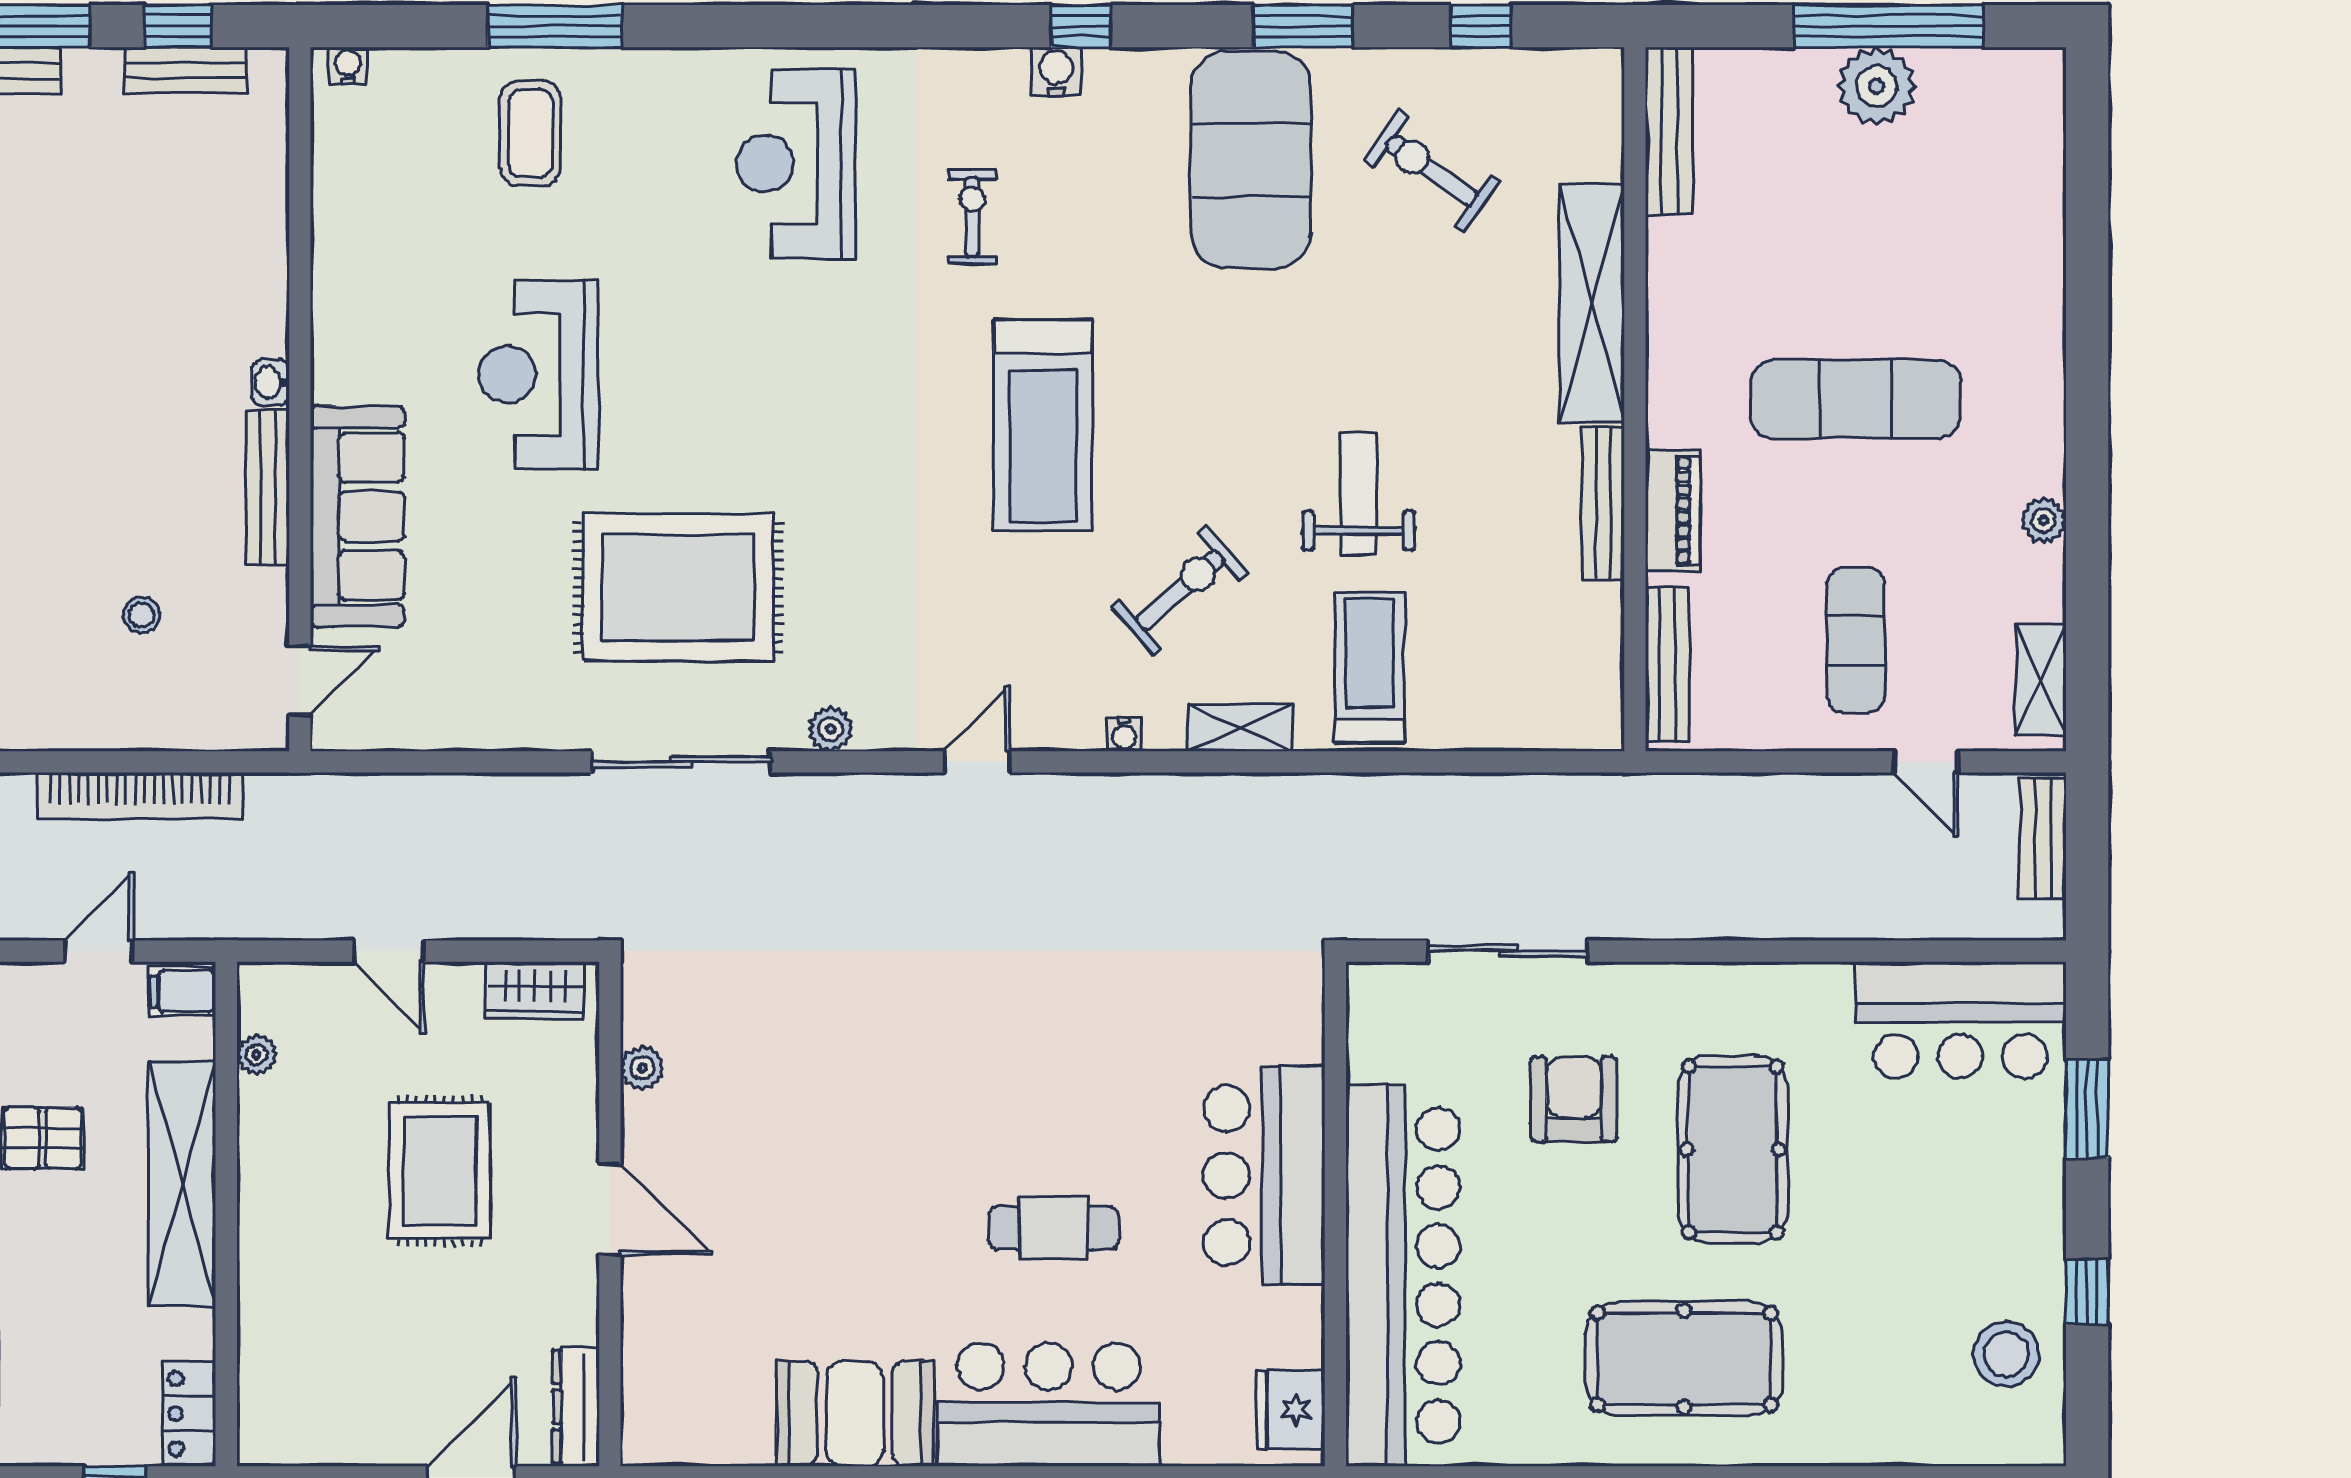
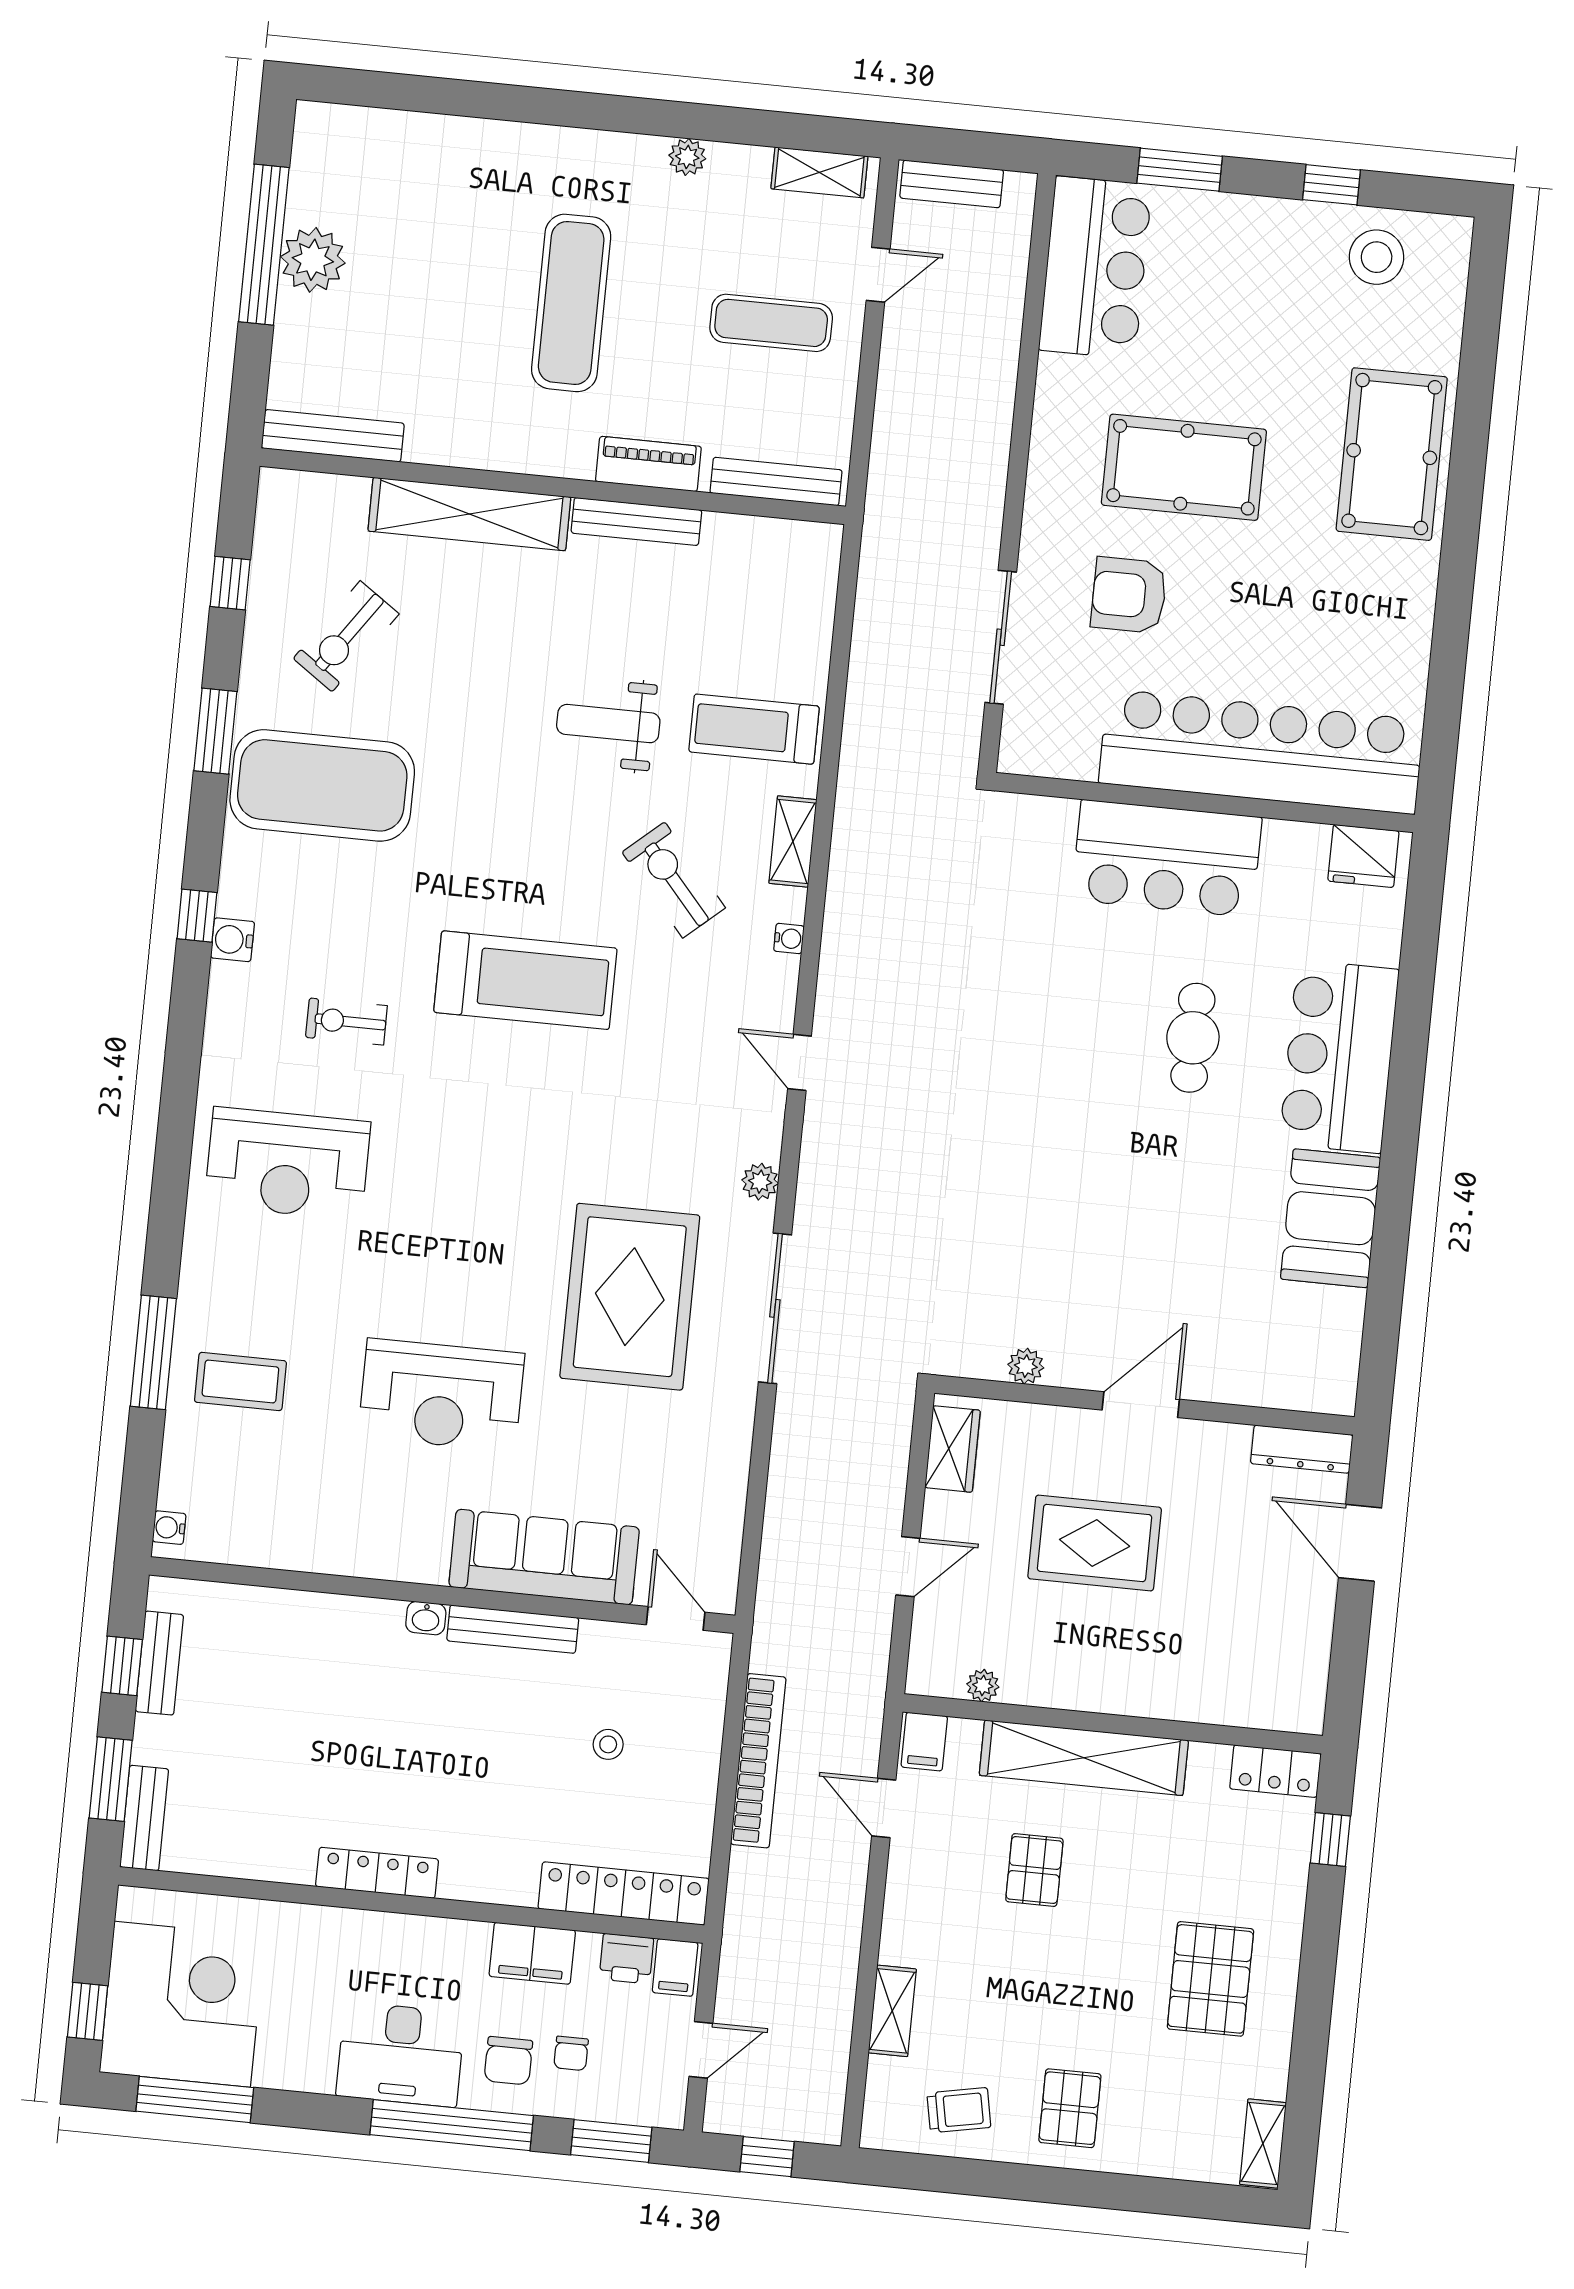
pool table: (1684, 1359) -> (1392, 454), moved

